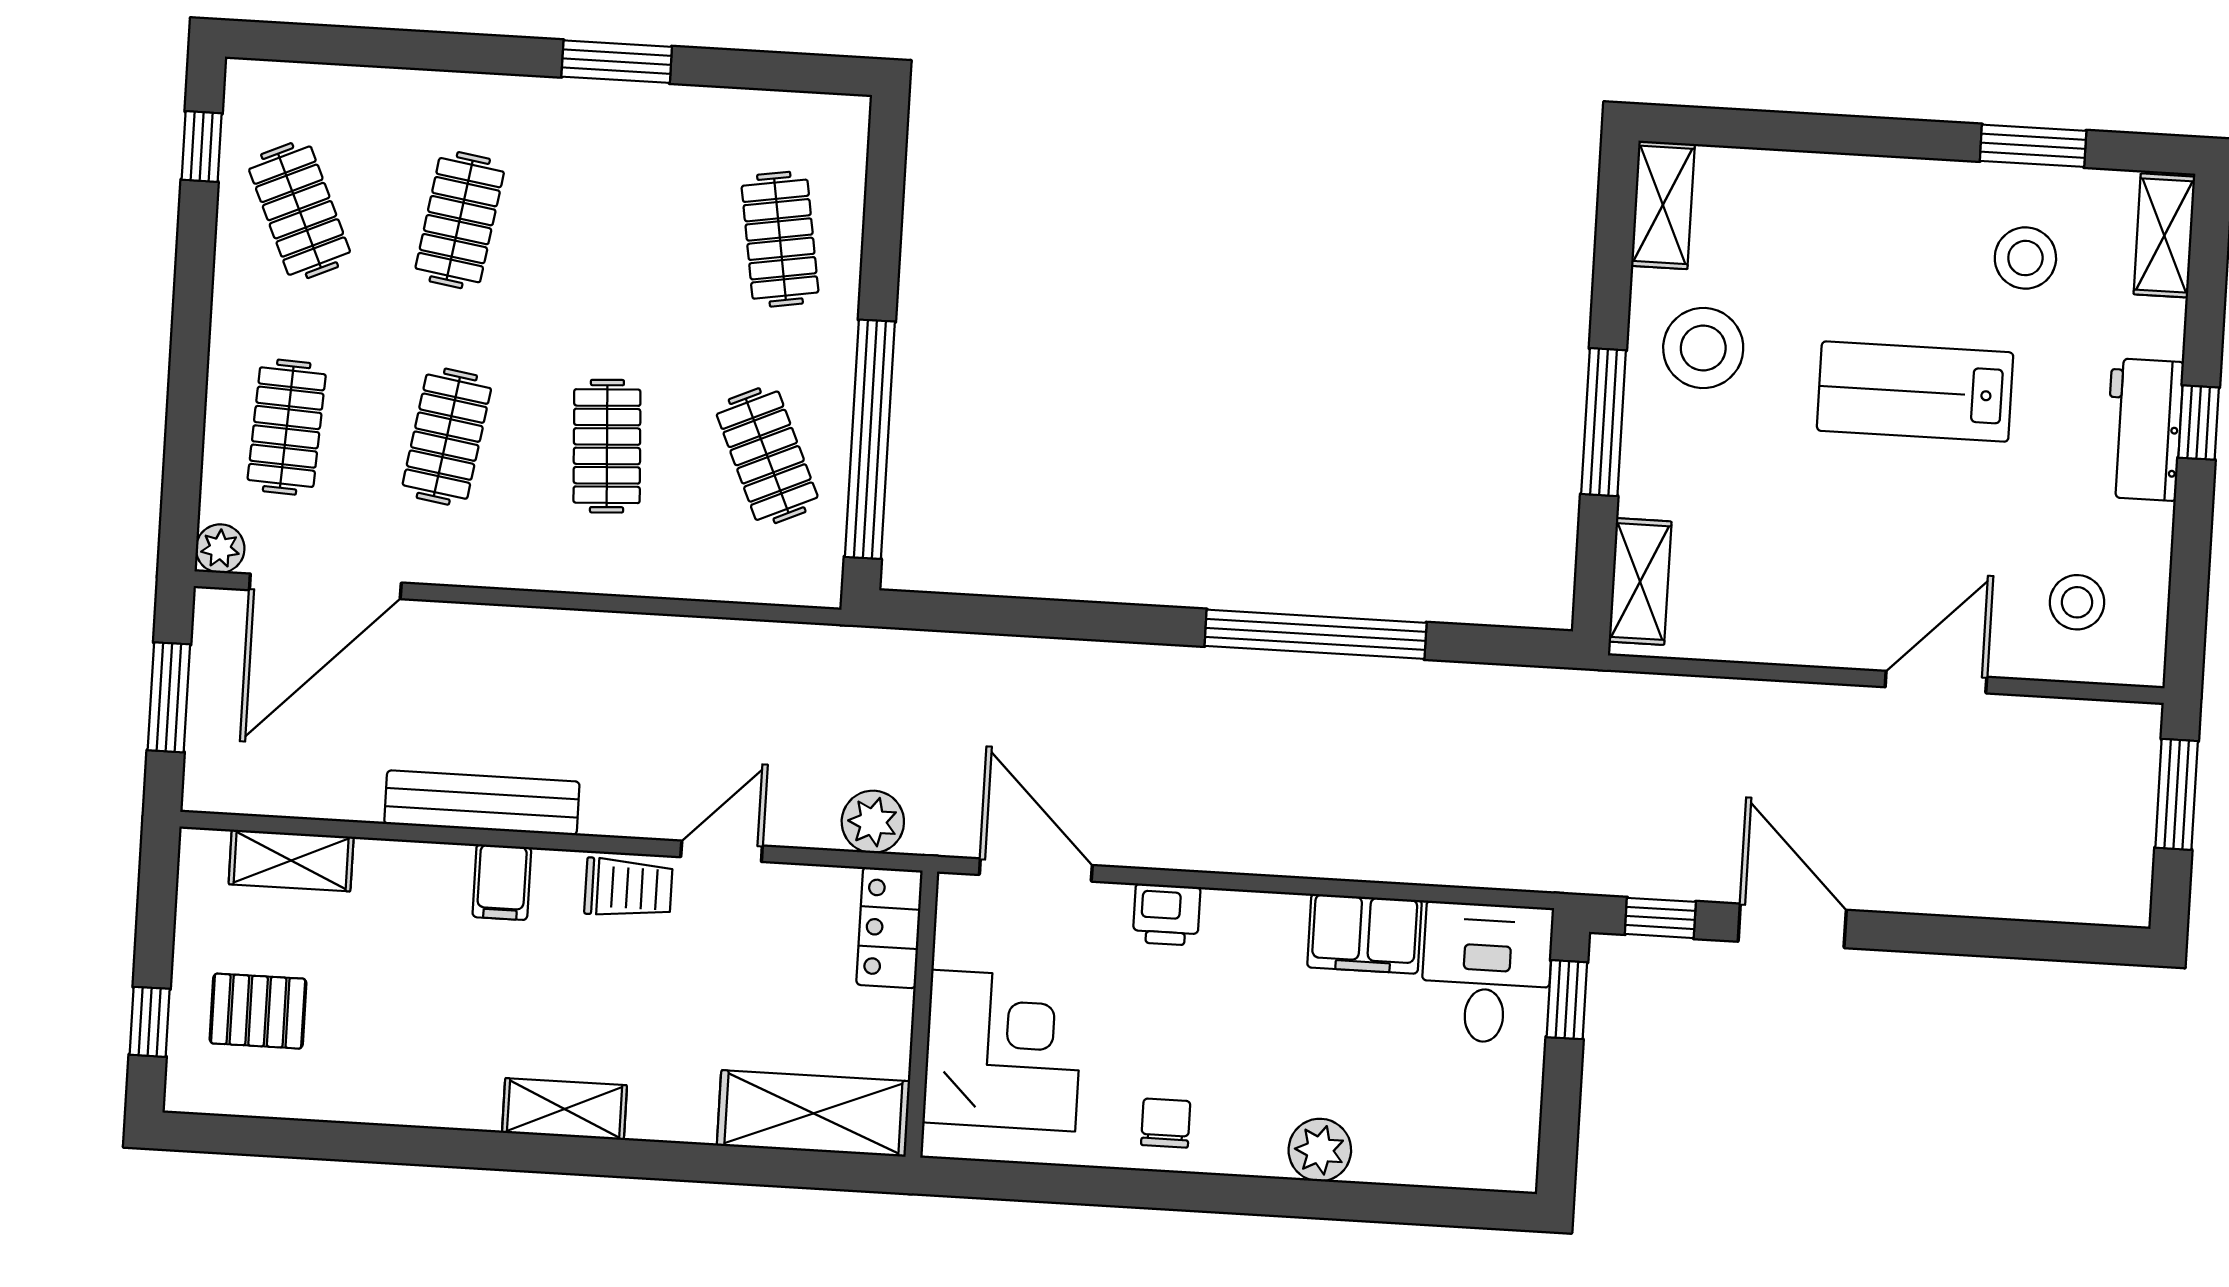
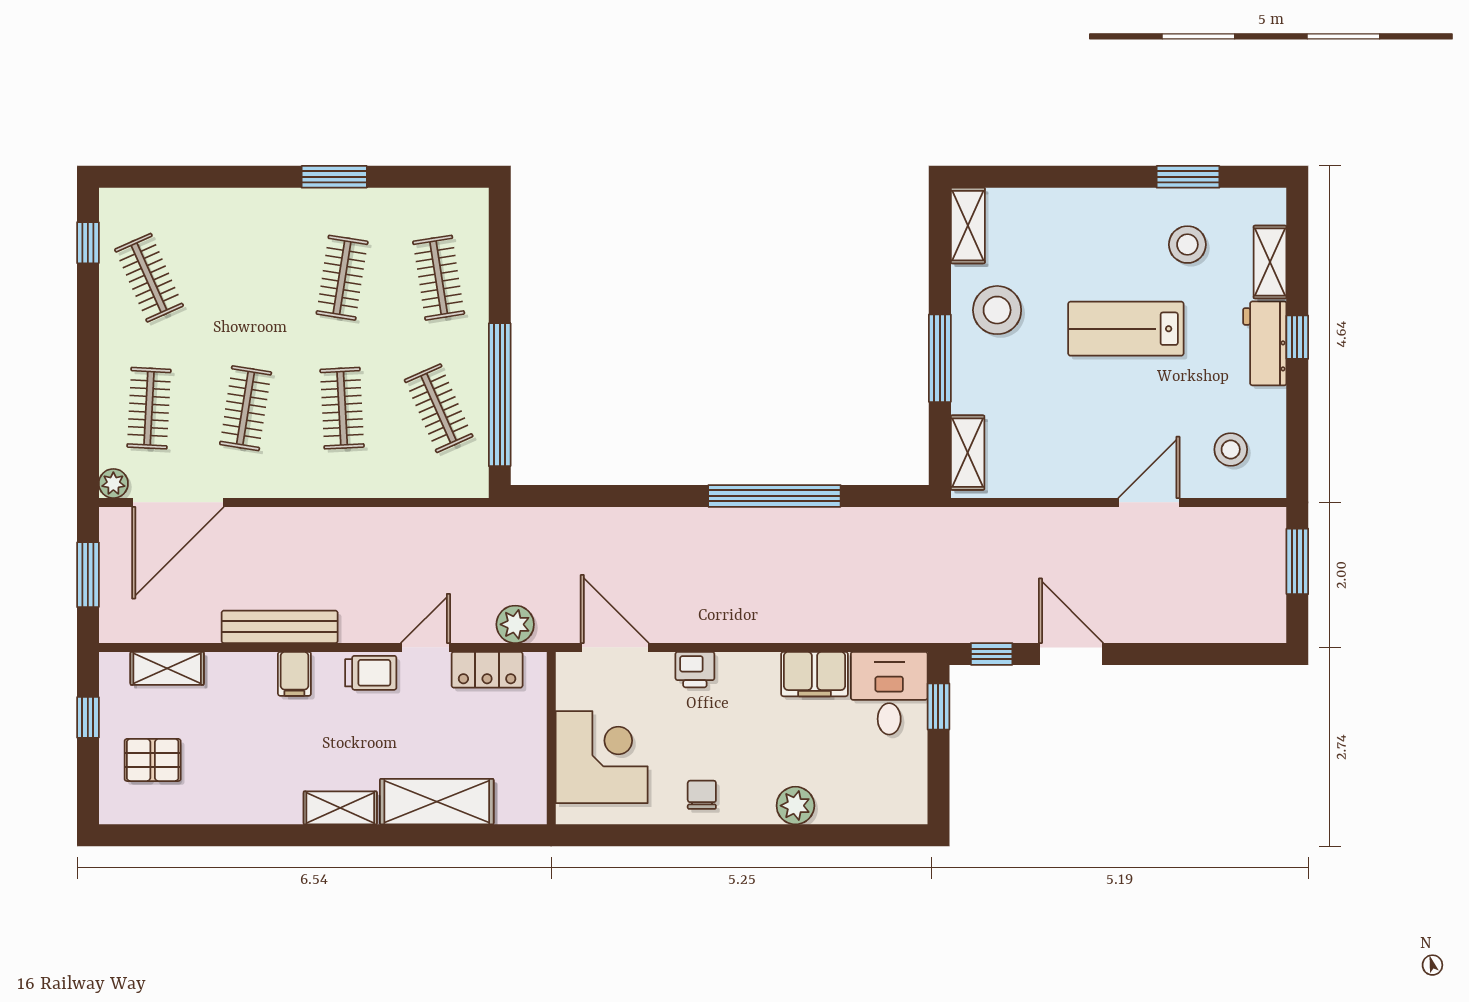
clothes rail: (460, 220) -> (342, 278), moved
shelving: (2164, 235) -> (1270, 262), moved
locker: (889, 928) -> (487, 670), moved, turned -90
window: (150, 1022) -> (88, 717), moved
shelving: (813, 1113) -> (437, 802), moved

